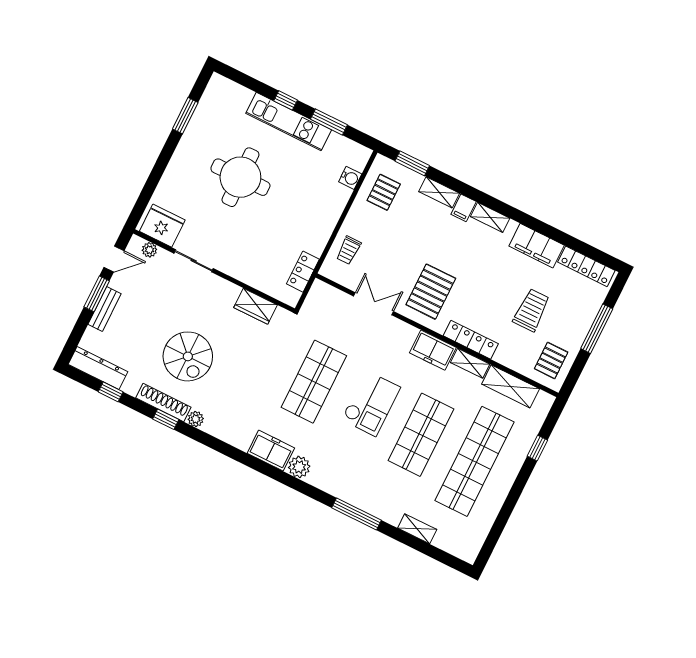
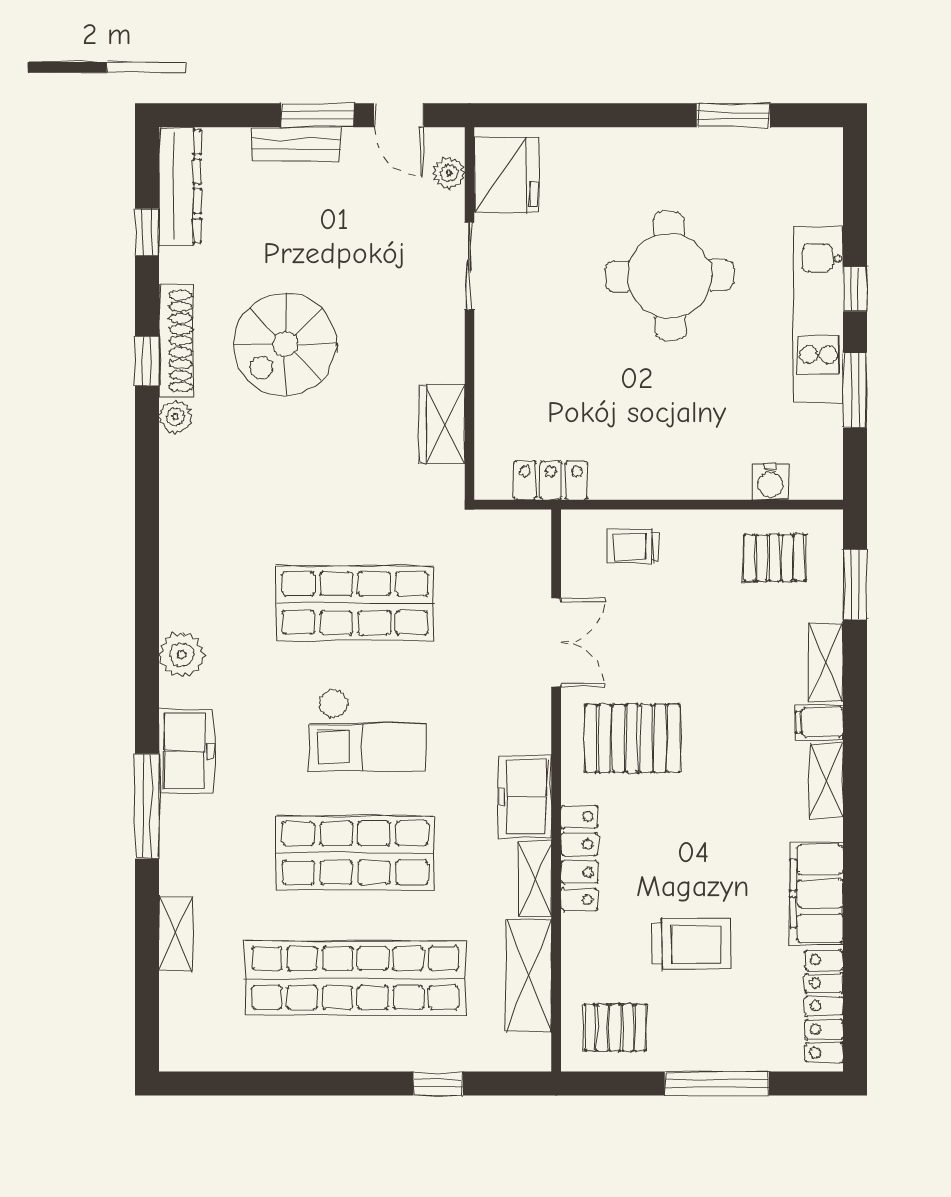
freezer: (271, 451) -> (186, 751), moved

